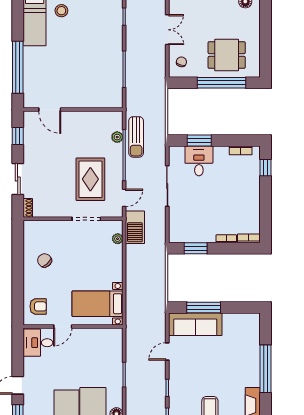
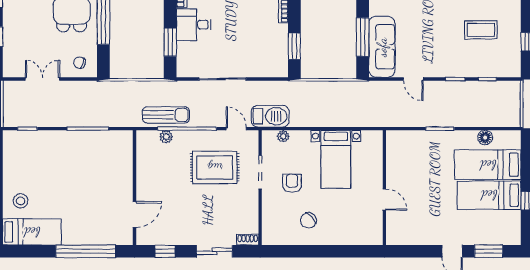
desk: (199, 161) -> (194, 25), moved
bed with nightstands: (98, 304) -> (336, 159), moved
armchair: (38, 306) -> (292, 183), moved
desk: (38, 343) -> (403, 228), removed

